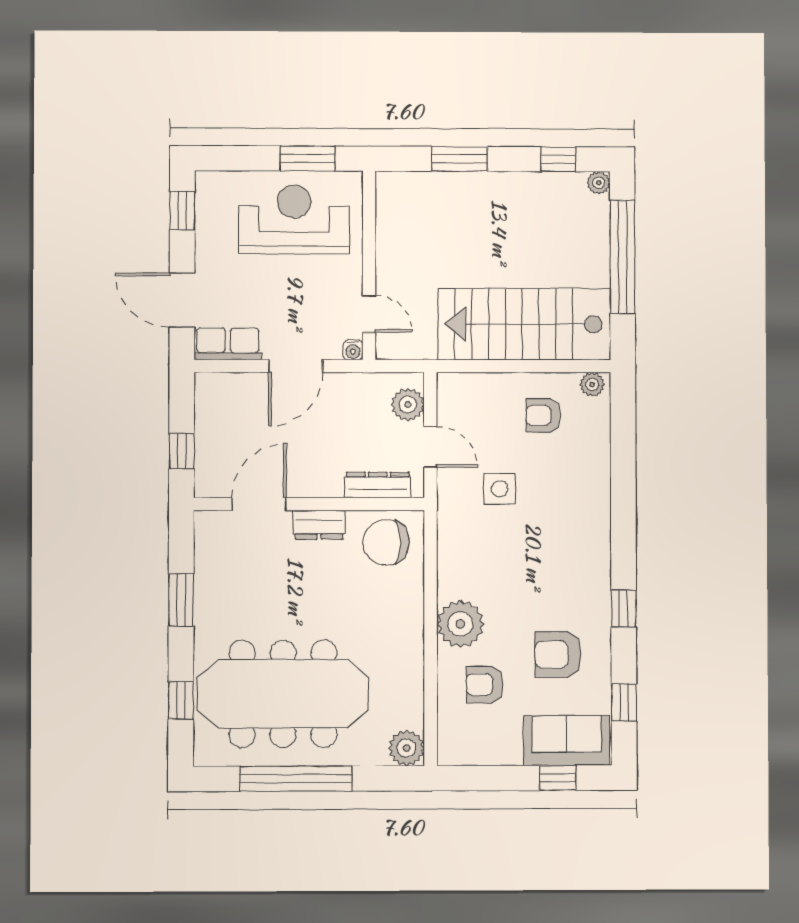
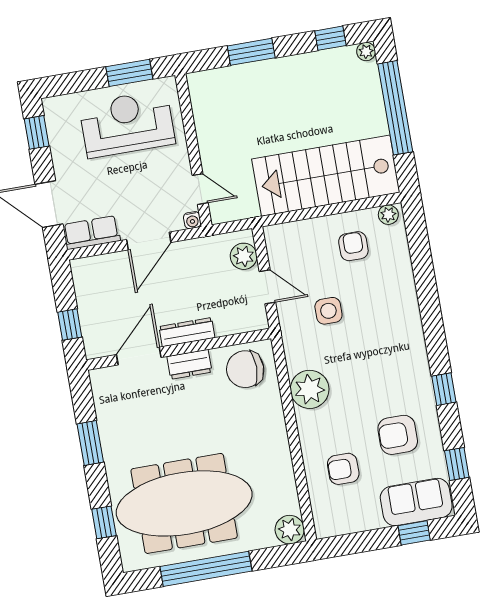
armchair: (543, 415) -> (353, 246), turned 90
dresser: (378, 485) -> (187, 332), moved
plant: (460, 624) -> (310, 389), moved

